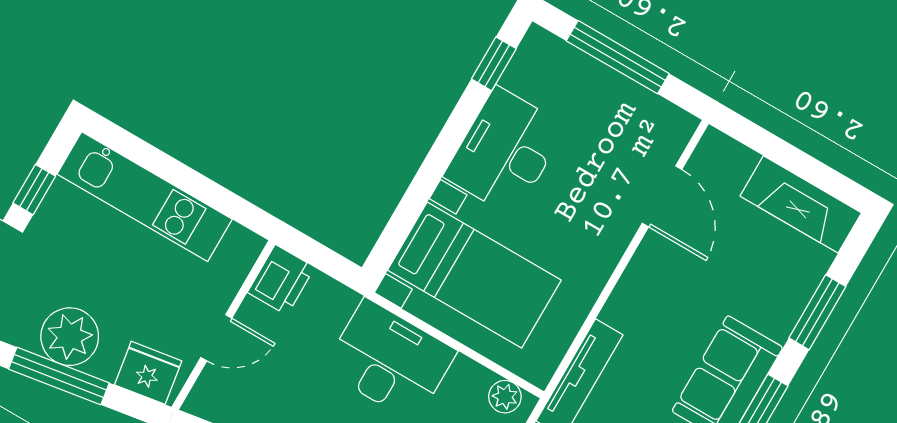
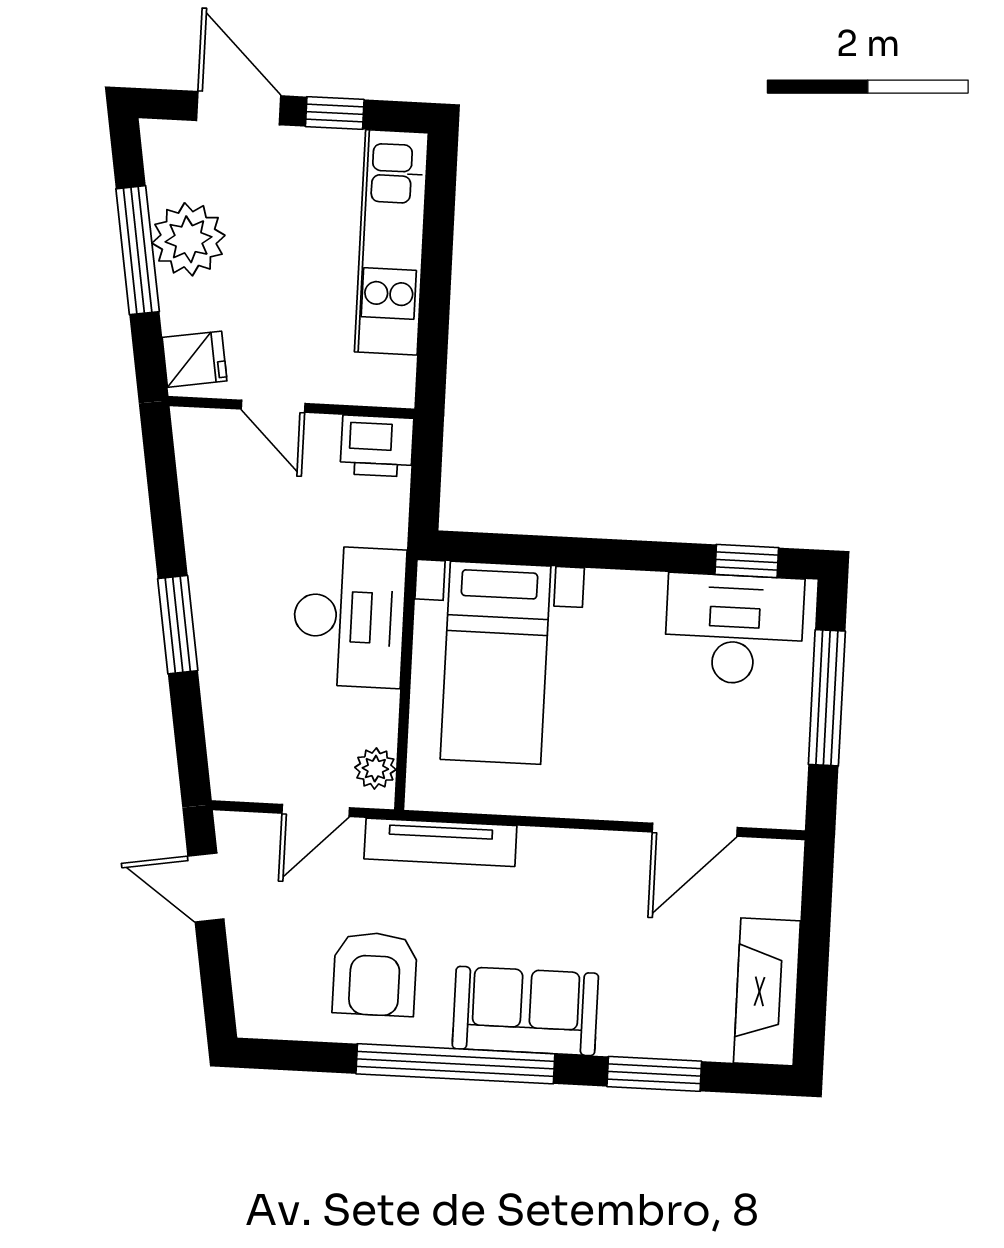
desk: (505, 151) -> (734, 629), moved
fridge: (148, 373) -> (194, 359), width x0.72

